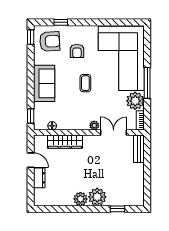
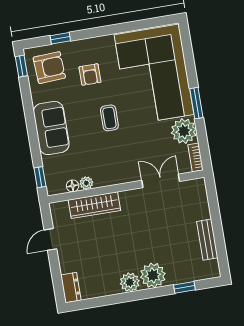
window: (147, 83) -> (196, 103), width x0.69
plant: (94, 125) -> (86, 183), moved
bench: (139, 149) -> (207, 240), moved
door: (31, 160) -> (50, 239), swing flipped
dresser: (39, 178) -> (71, 288), moved

